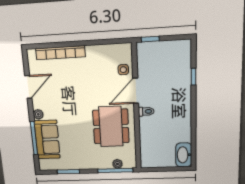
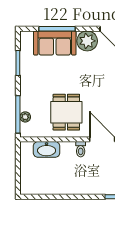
plant: (38, 114) -> (87, 41), width x1.87, depth x1.87
dining table: (111, 126) -> (66, 112), width x0.73
washbasin: (184, 155) -> (47, 149), moved, turned 180

